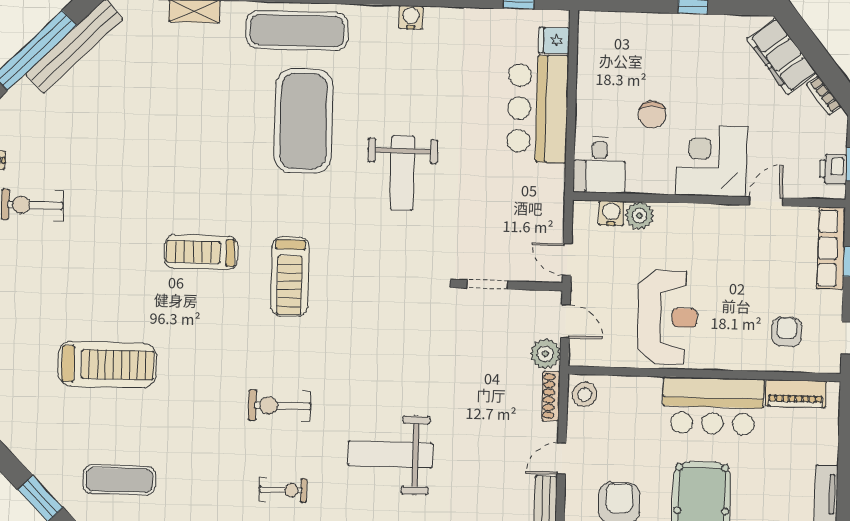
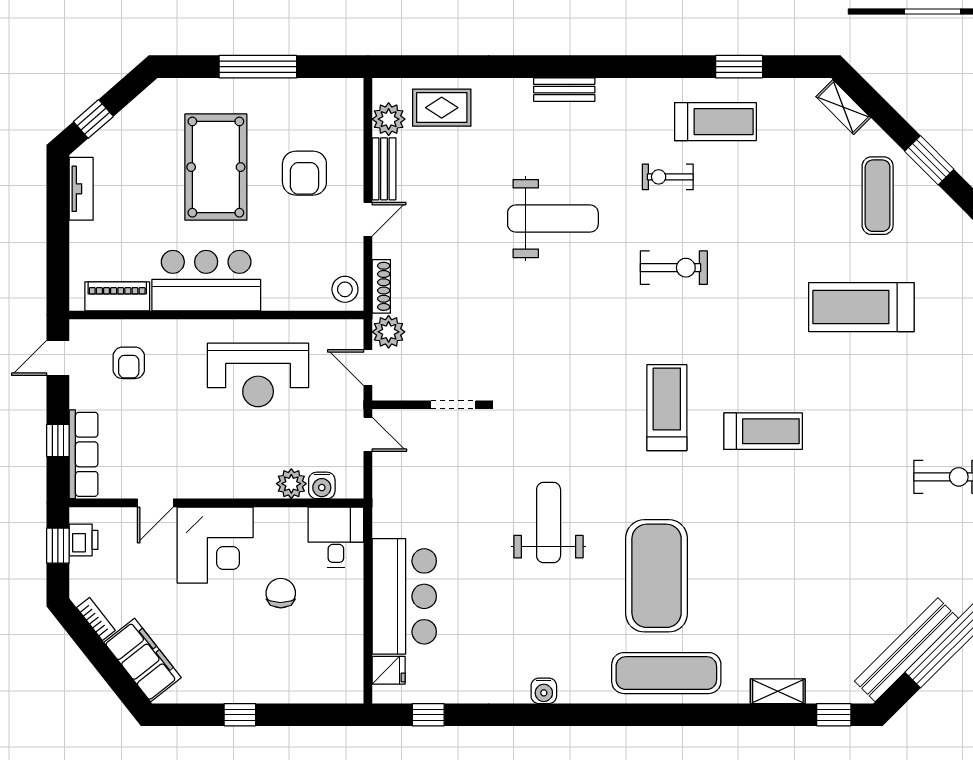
reception desk: (667, 317) -> (258, 375), turned -90
exercise mat: (119, 480) -> (878, 196), moved, turned 90

